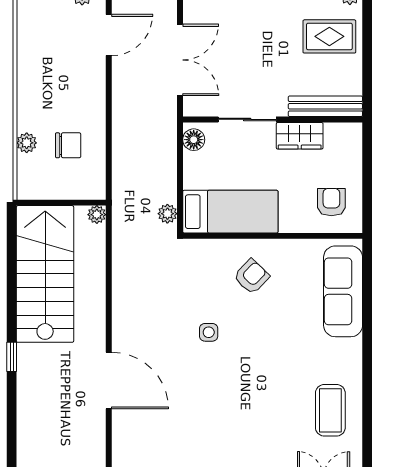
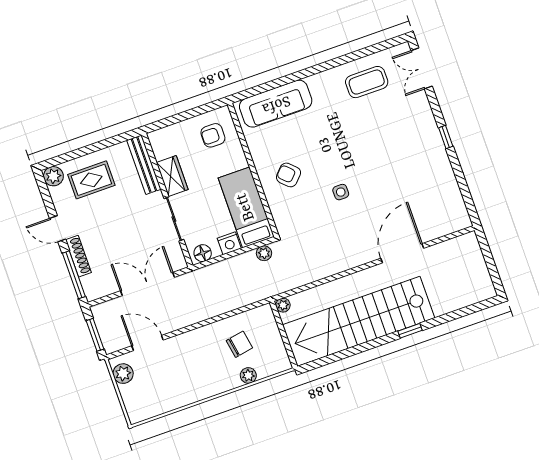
rug: (329, 36) -> (91, 180), turned 90
chair: (68, 145) -> (239, 344), turned 80
nightstand: (194, 176) -> (229, 243), added
stairs: (45, 274) -> (359, 321), width x1.36

